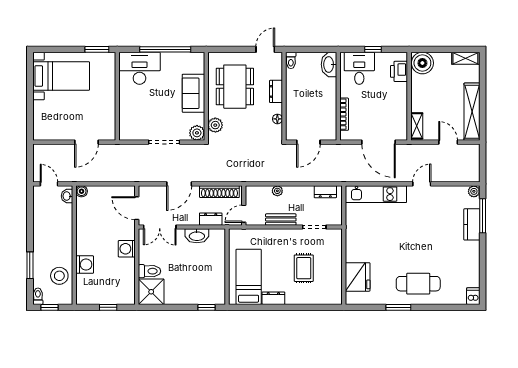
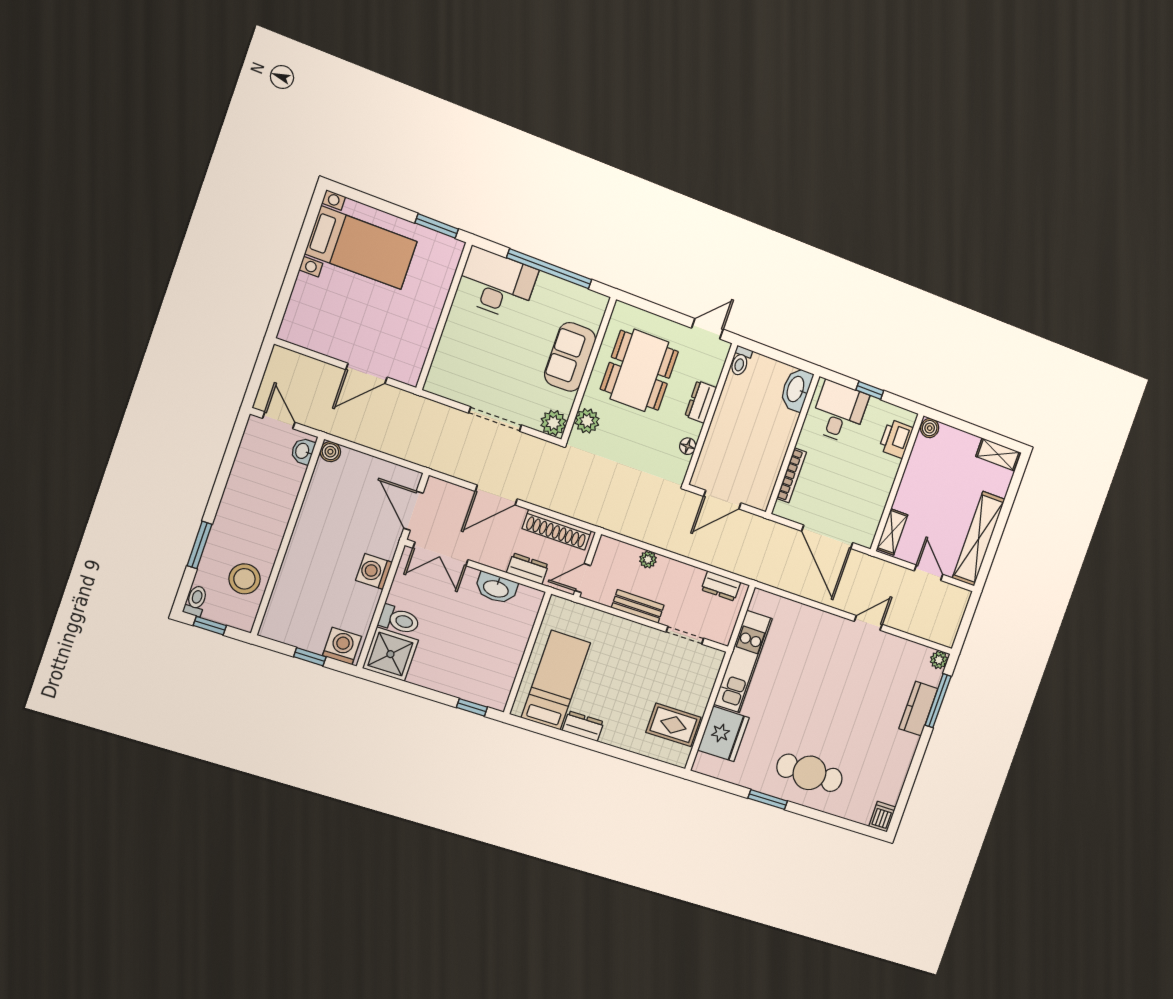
boiler: (422, 63) -> (930, 428), width x0.54, depth x0.54
kitchen unit: (376, 194) -> (743, 661), moved, turned -90
washing machine: (85, 265) -> (342, 646), moved, turned -90
rug: (304, 268) -> (673, 725), moved, turned 90

